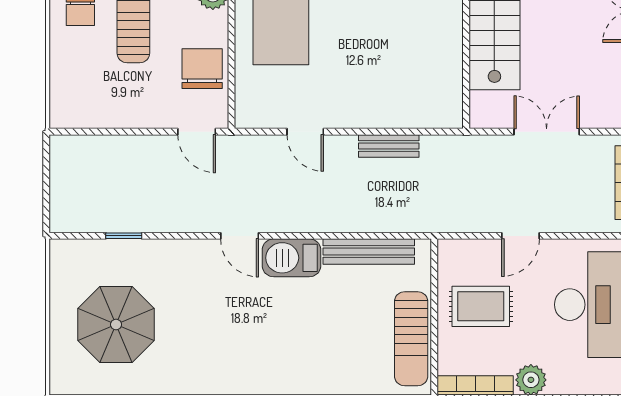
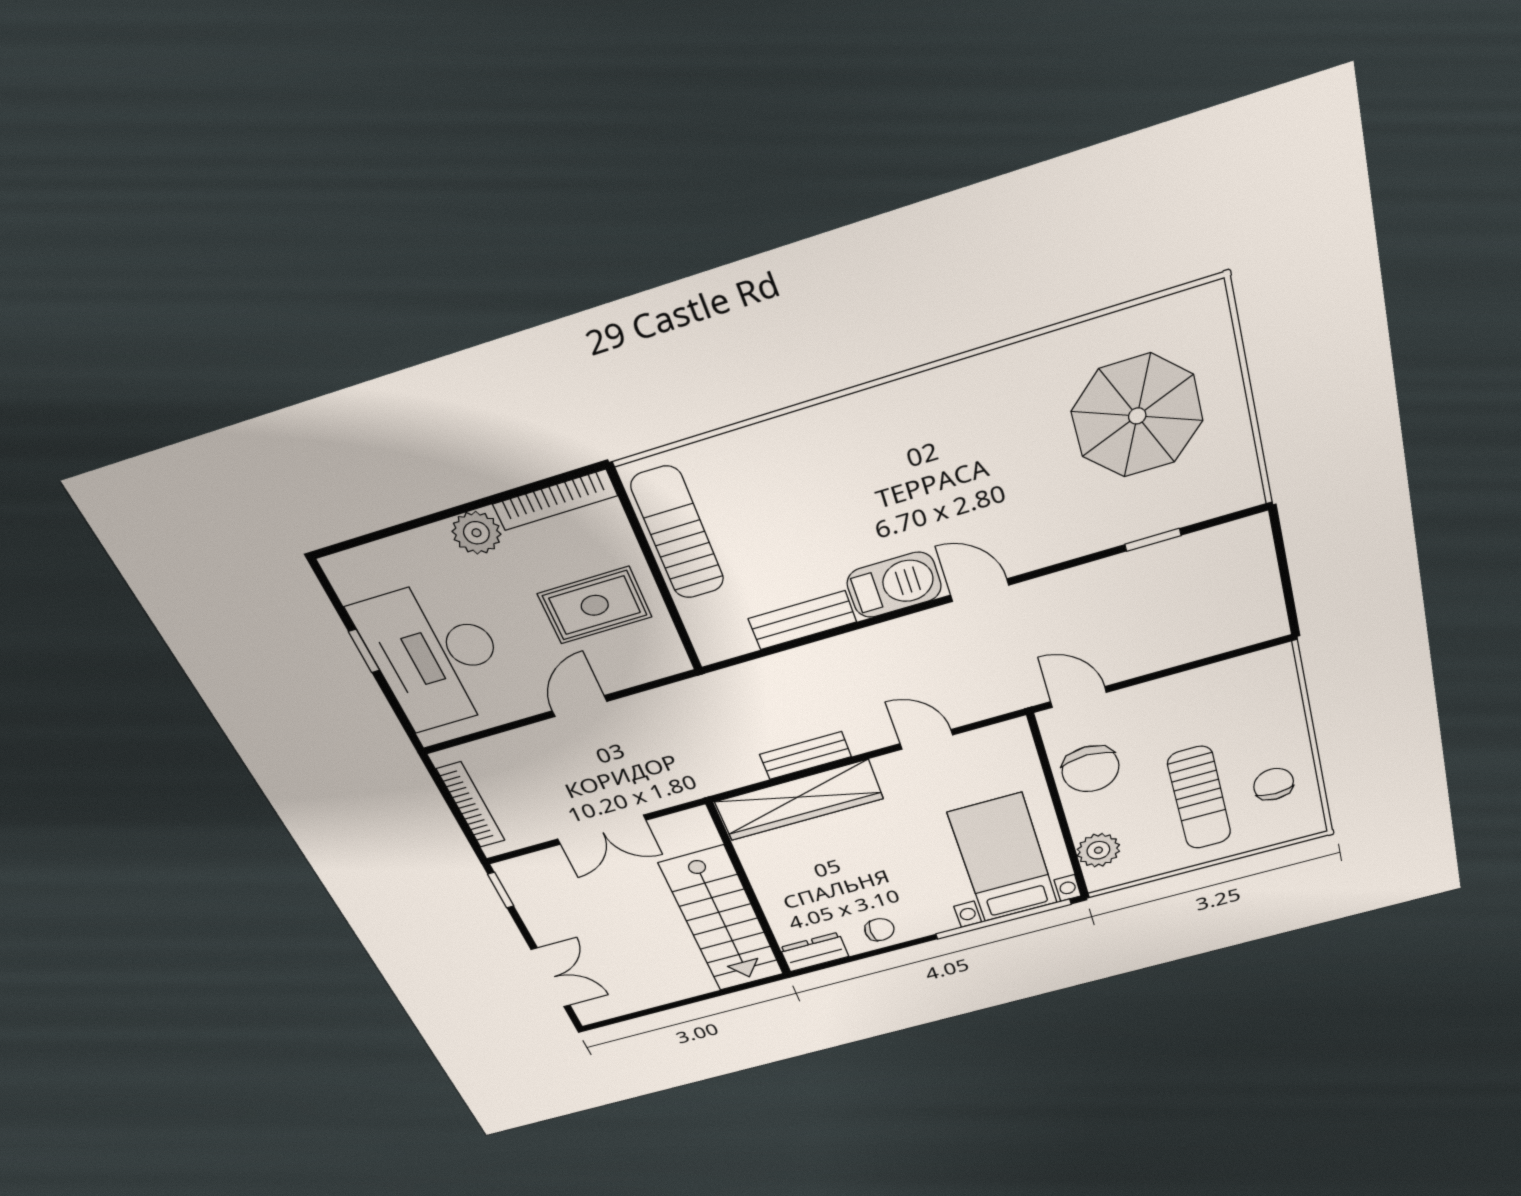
wardrobe: (405, 110) -> (799, 800), added
bench: (369, 252) -> (802, 620), width x0.73

